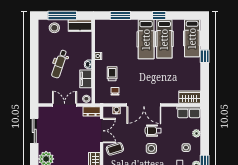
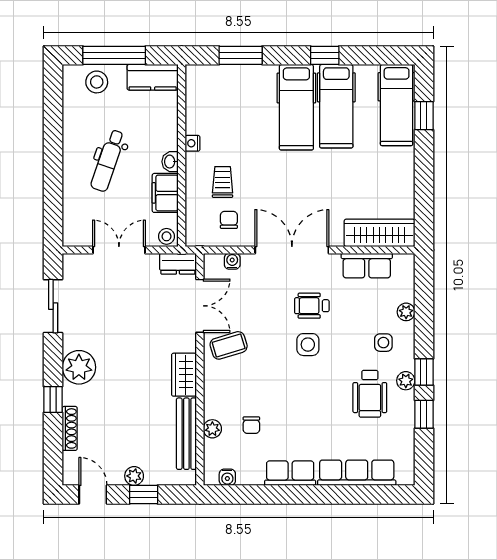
window: (205, 56) -> (424, 116), moved
wardrobe: (190, 97) -> (380, 233), width x1.50
double door: (144, 105) -> (292, 250), swing flipped
row of seats: (189, 112) -> (367, 266), moved

